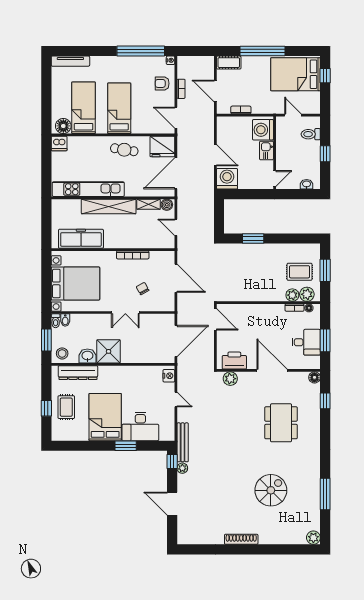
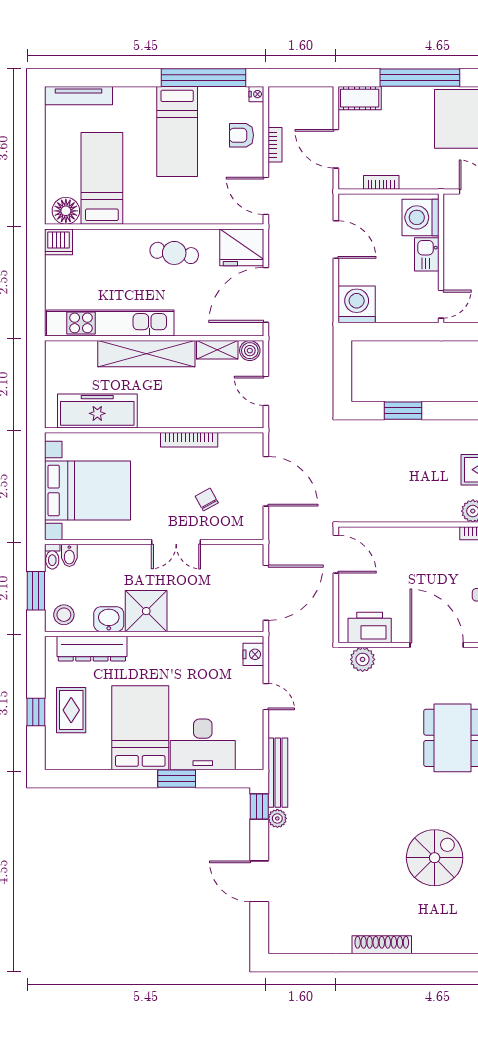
bed: (119, 108) -> (177, 131), moved, turned 180
door: (215, 155) -> (336, 240), moved

